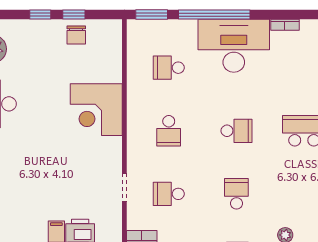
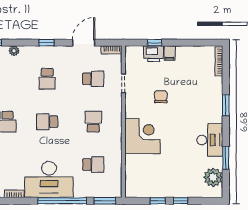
chair: (76, 35) -> (161, 97), moved

